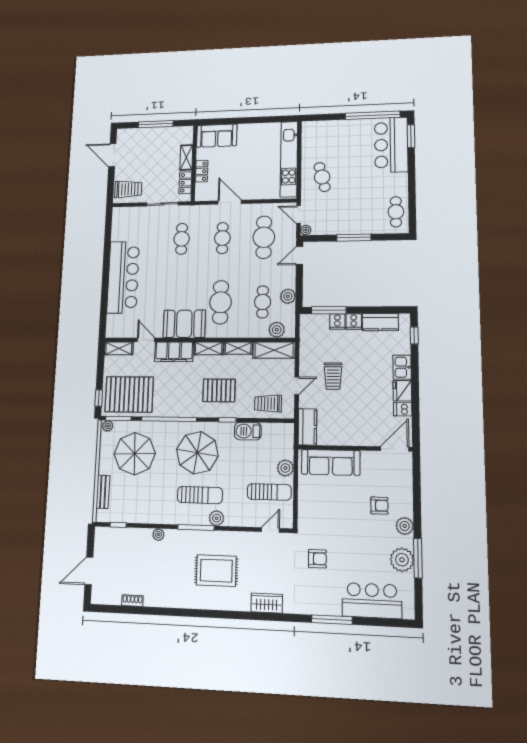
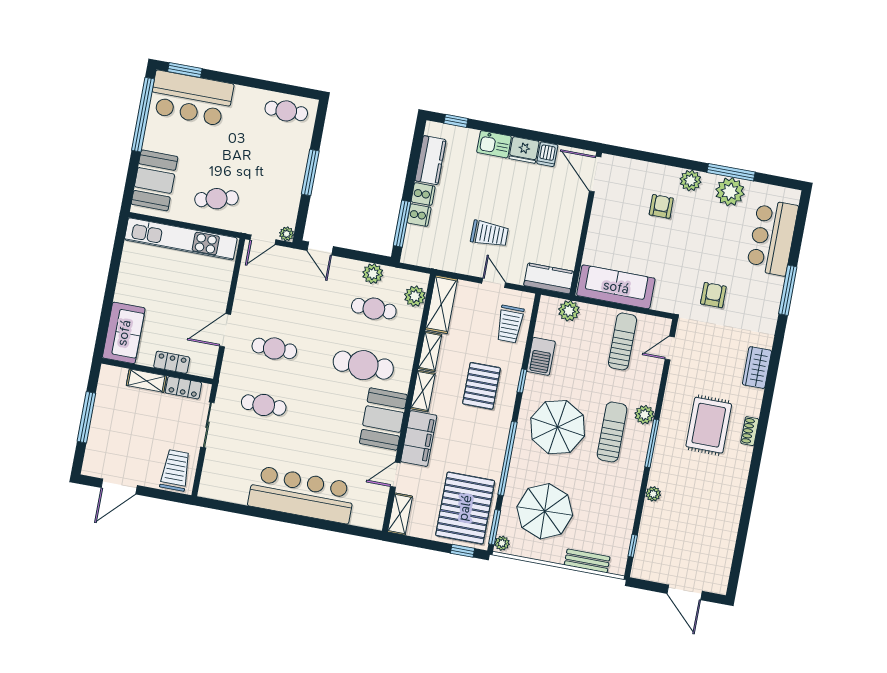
booth: (327, 133) -> (154, 180), added
cafe table: (264, 237) -> (285, 292), removed
sofa: (331, 462) -> (616, 287), moved, turned -90
plant: (285, 468) -> (569, 311), moved
door: (270, 530) -> (670, 348), hinge flipped
shoe rack: (132, 601) -> (750, 431), moved

